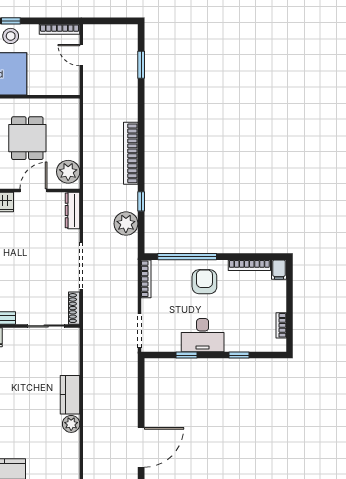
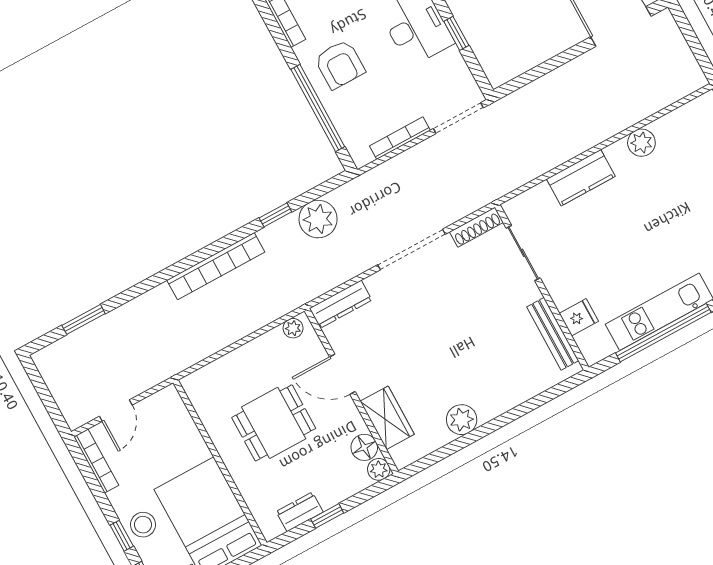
plant: (68, 172) -> (293, 328), width x0.53, depth x0.53
bookcase: (146, 279) -> (400, 138), moved
armchair: (204, 282) -> (340, 64), turned -90
kitchen counter: (70, 395) -> (581, 178), moved

